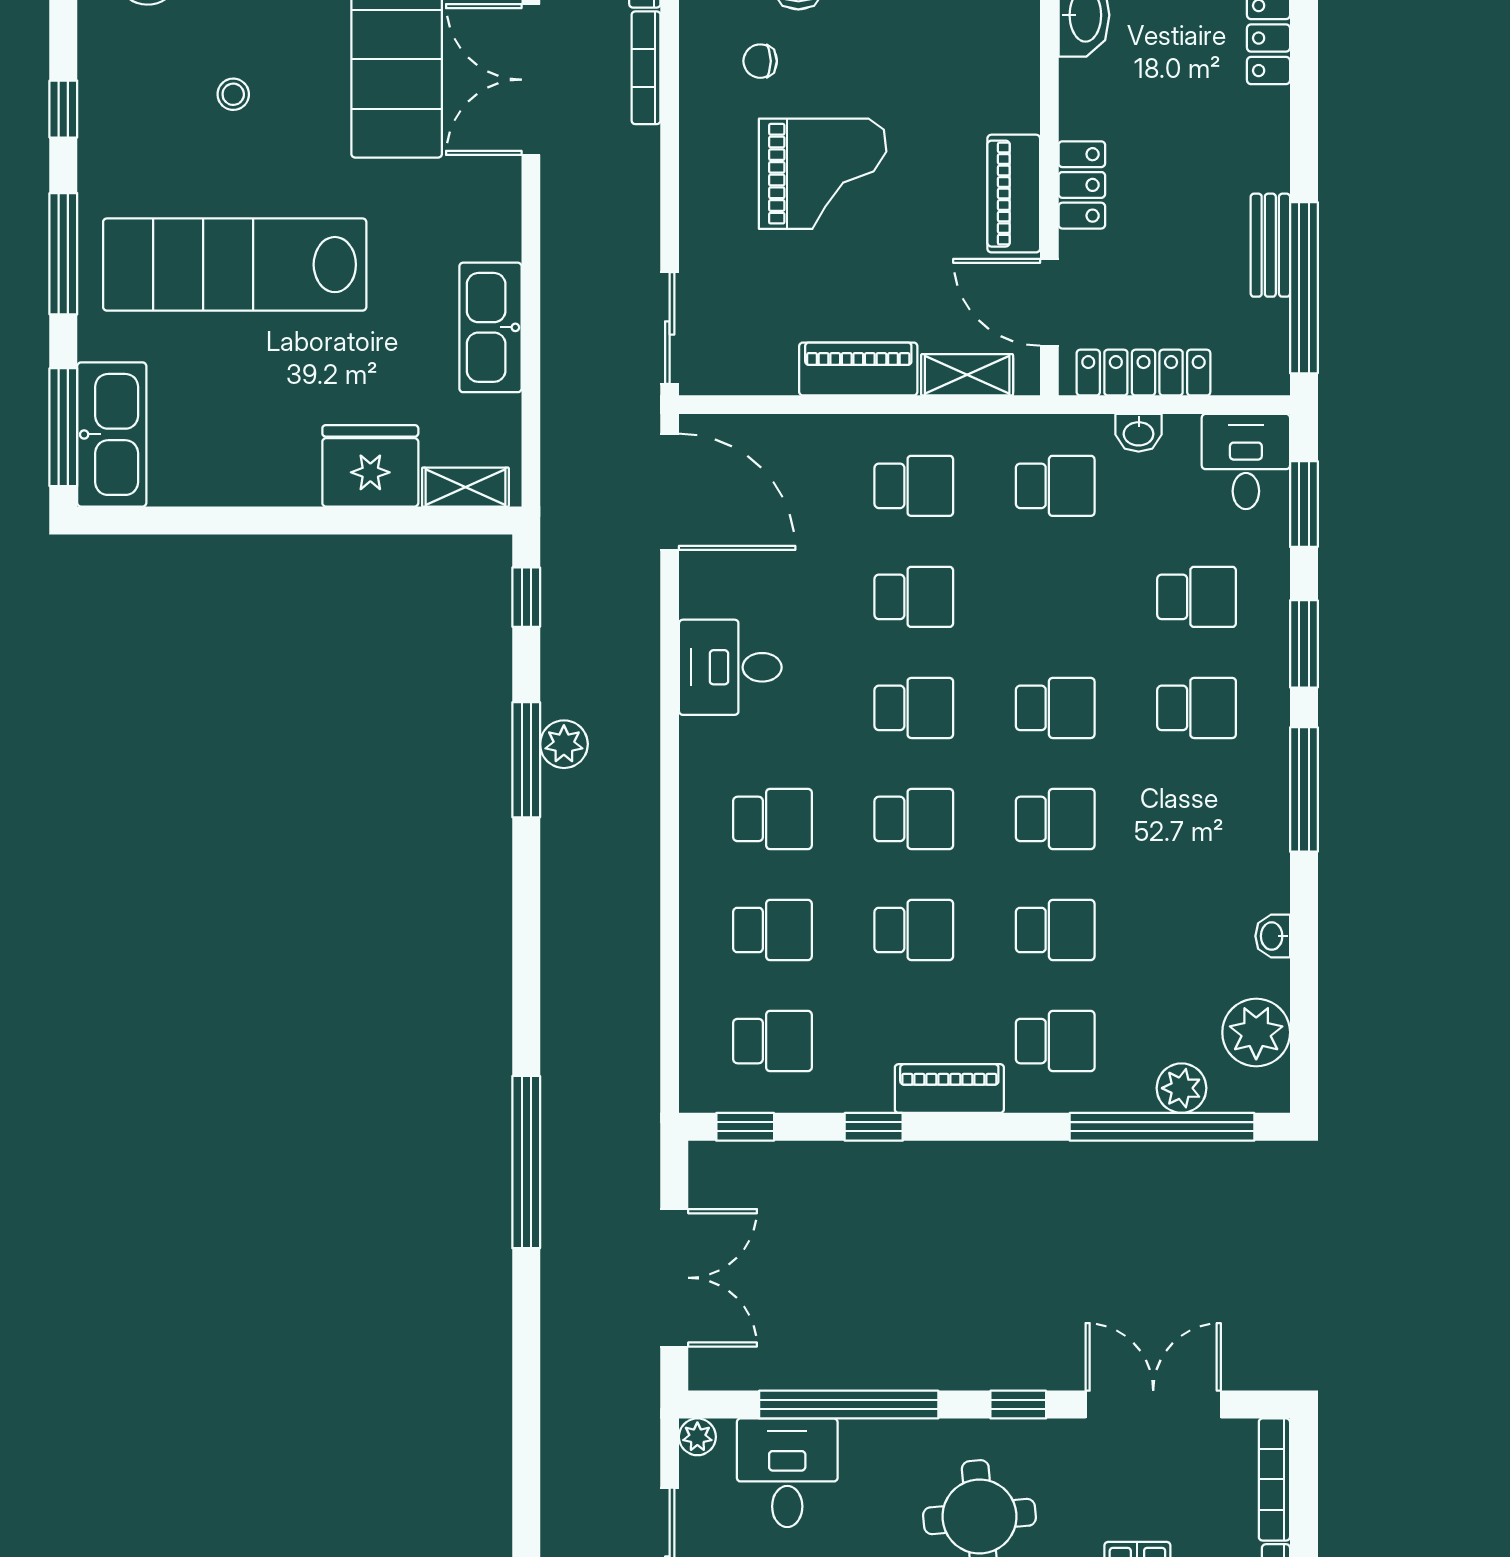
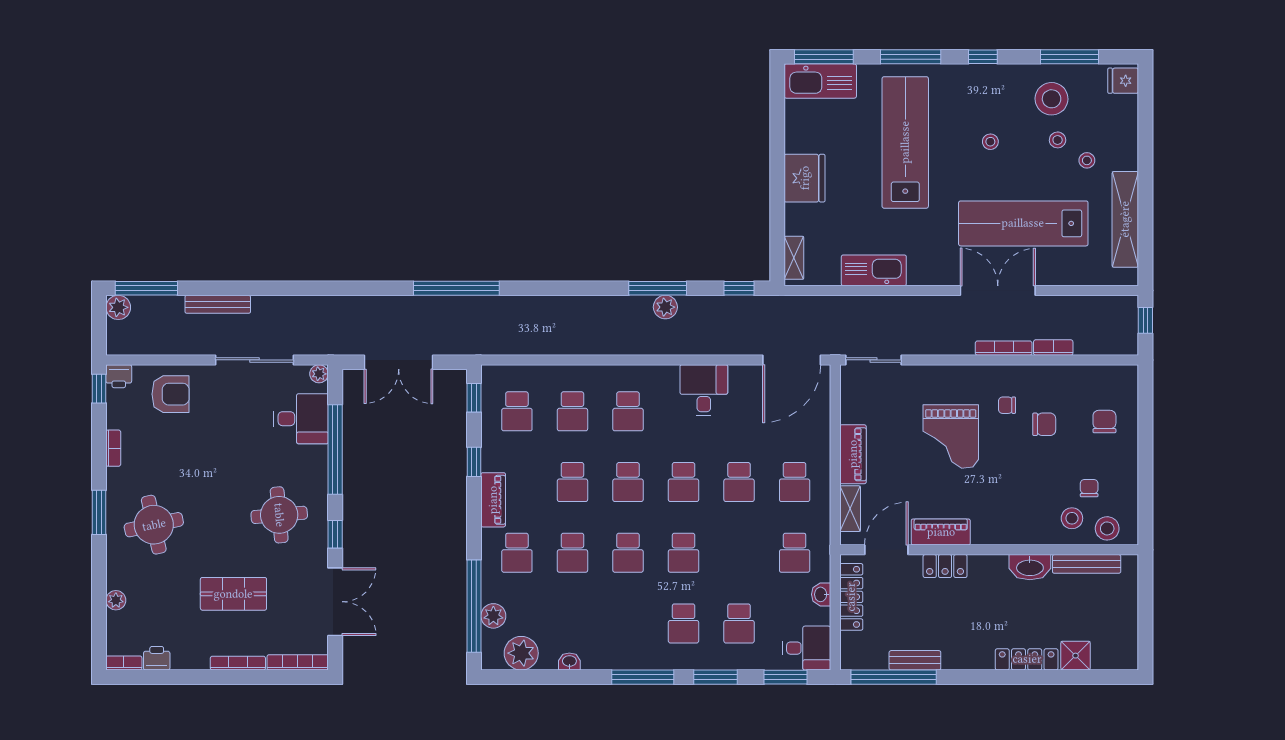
chair: (760, 61) -> (1007, 405), turned -90
fridge: (370, 466) -> (805, 178), moved

